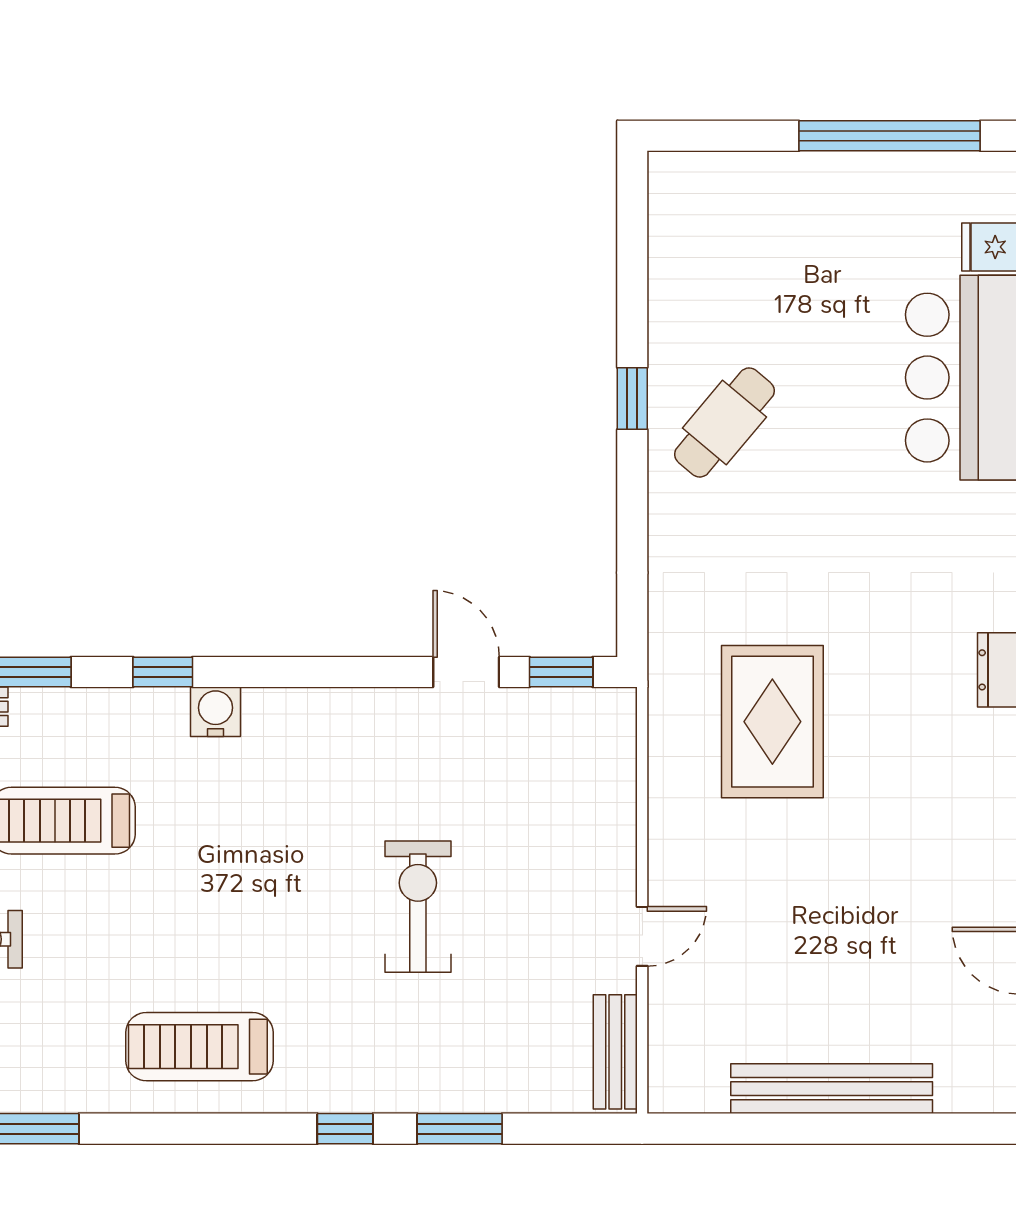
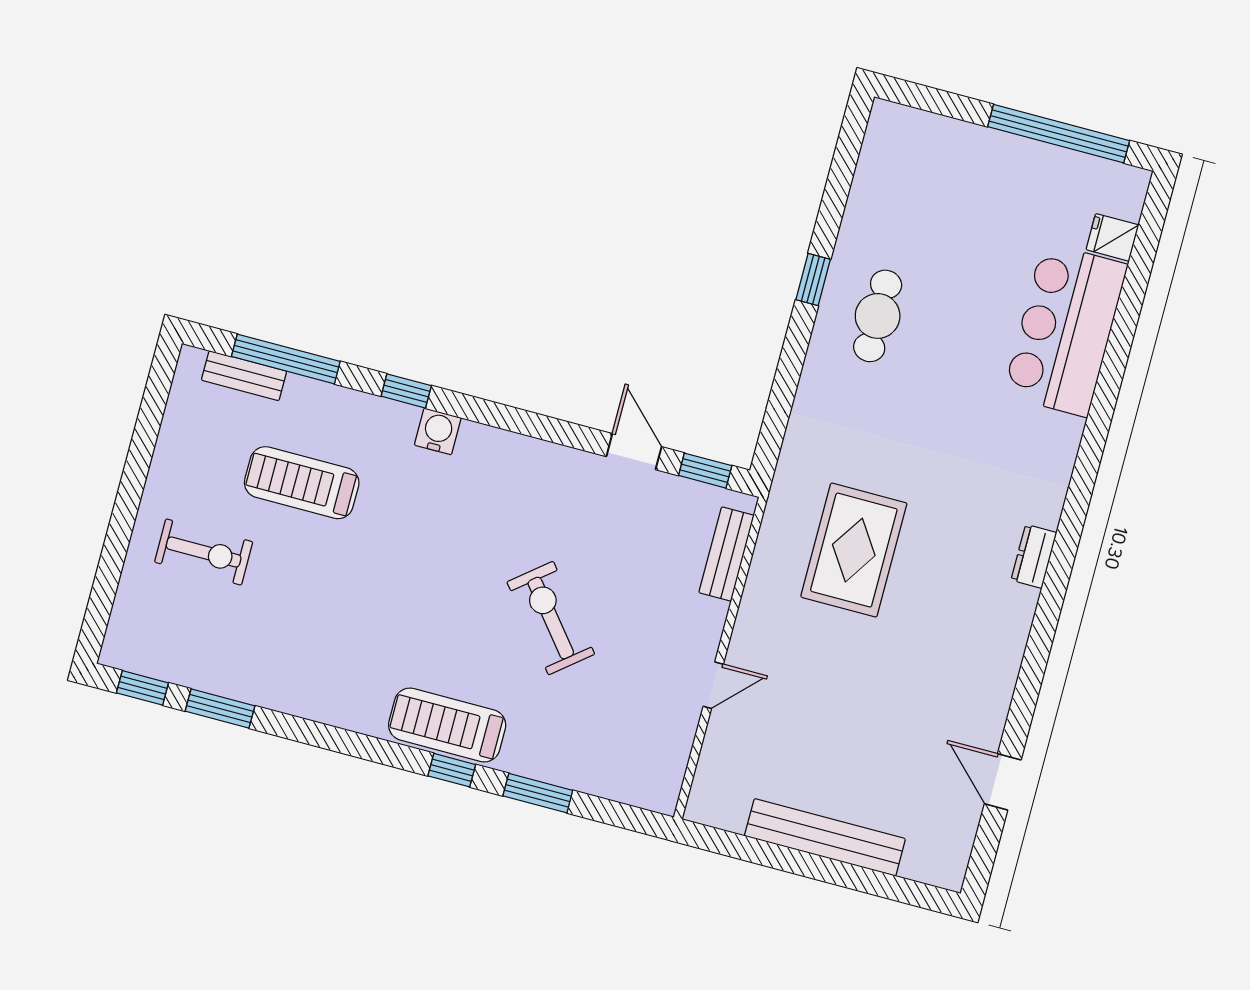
cafe table: (724, 422) -> (878, 316), turned -40
exercise bike: (418, 907) -> (551, 618), turned -39
treadmill: (199, 1047) -> (447, 725), moved
bench: (615, 1052) -> (727, 554), moved

